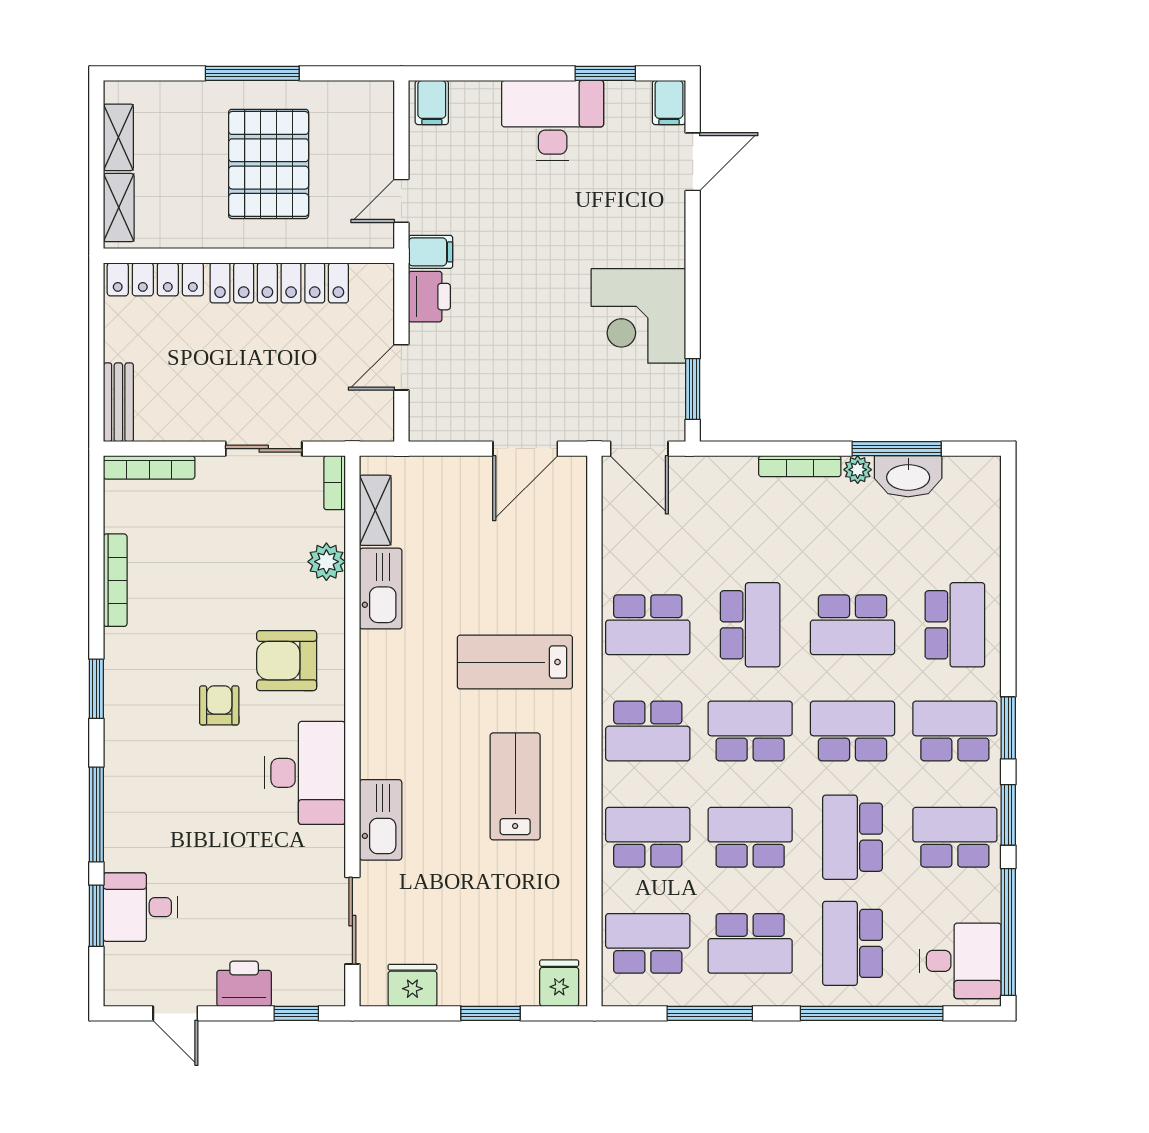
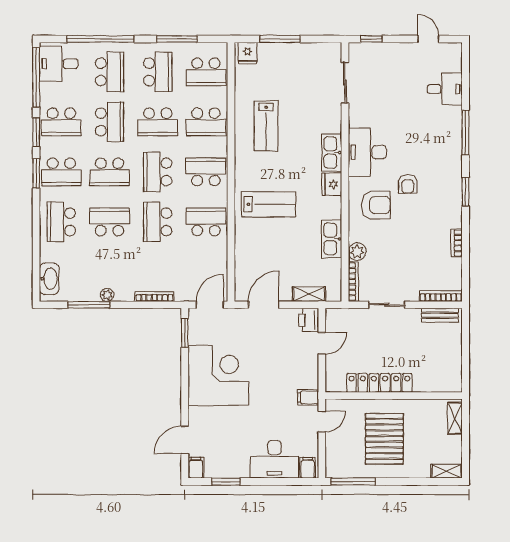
window: (252, 73) -> (353, 481), moved
desk: (553, 120) -> (274, 459), moved
shelving: (118, 137) -> (447, 471), moved, turned 90
locker: (155, 279) -> (438, 385), removed
printer: (429, 297) -> (309, 320), moved
corner desk: (638, 316) -> (218, 375), width x1.36, depth x1.36
bench: (118, 402) -> (440, 315), moved, turned 90
door: (639, 449) -> (210, 305), hinge flipped
bookcase: (800, 466) -> (154, 297), moved
washbasin: (908, 476) -> (49, 279), moved, turned 90
bookcase: (335, 483) -> (353, 282), width x1.56
shelving: (375, 510) -> (309, 294), moved, turned 90
bookcase: (115, 580) -> (457, 243), width x0.64
school desk: (750, 731) -> (158, 172), turned 90
lab bench: (515, 786) -> (266, 126), moved
kitchen sink: (381, 820) -> (332, 153), moved
window: (96, 916) -> (466, 85), removed
school desk: (750, 943) -> (158, 72), turned 90
printer: (244, 984) -> (396, 53), removed
fridge: (412, 985) -> (332, 184), moved, turned 90
window: (491, 1013) -> (280, 39), width x1.44

